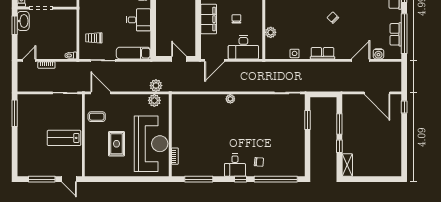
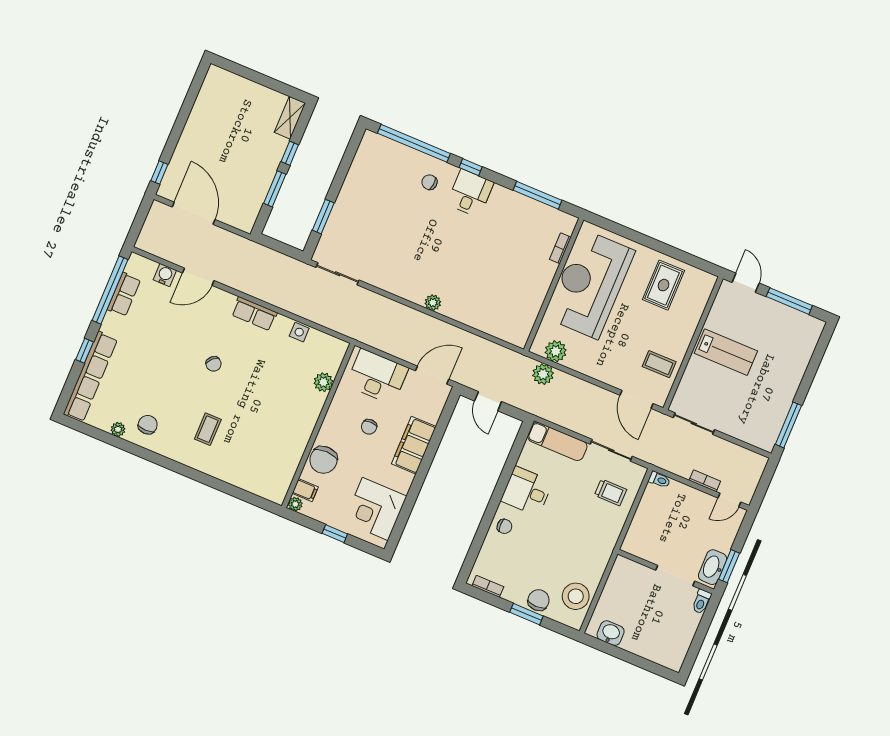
rug: (117, 144) -> (663, 285), moved

